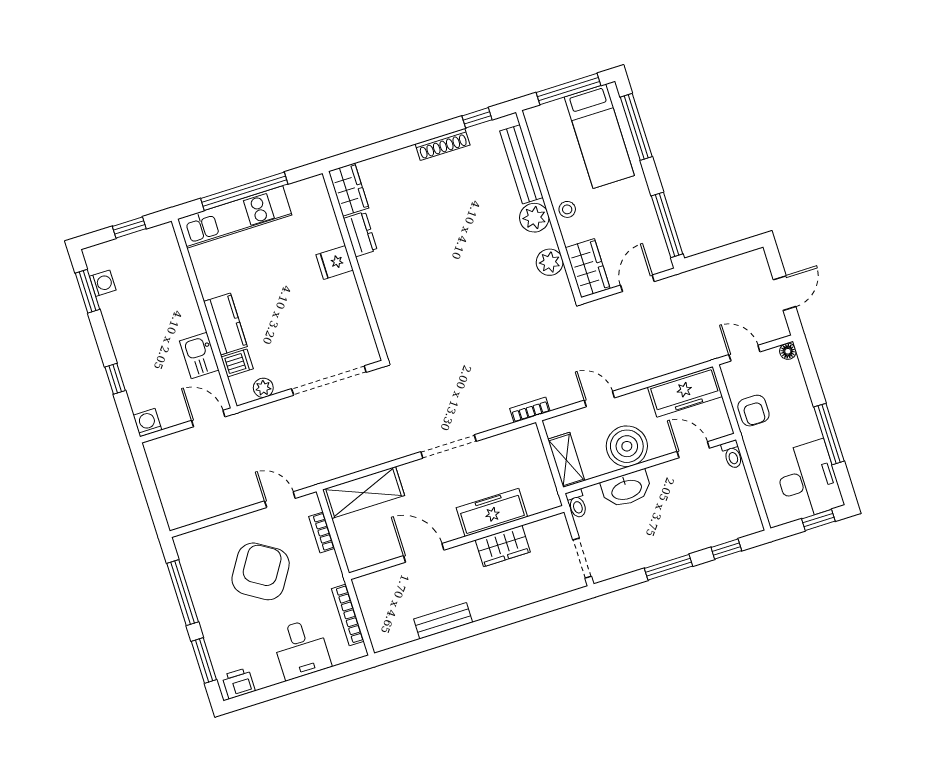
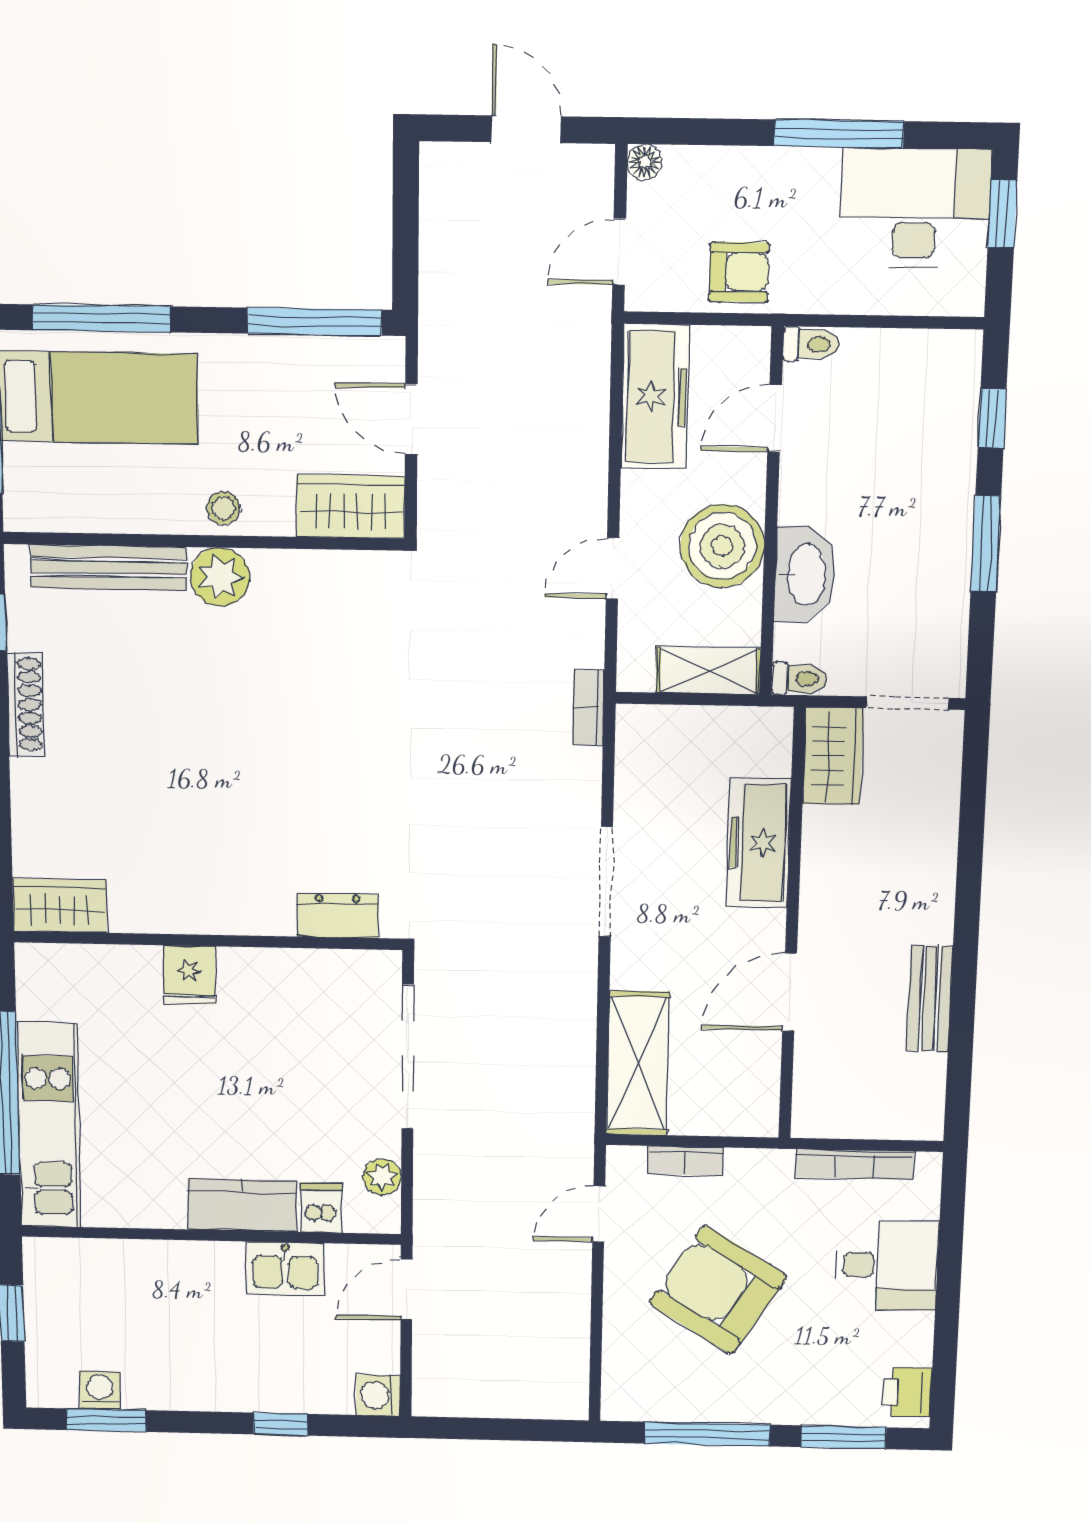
dresser: (360, 234) -> (338, 916), moved
plant: (550, 262) -> (316, 576), removed
wardrobe: (503, 546) -> (833, 756), moved

